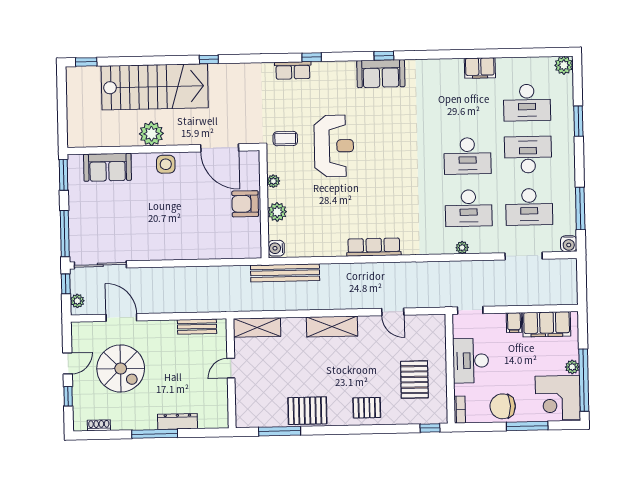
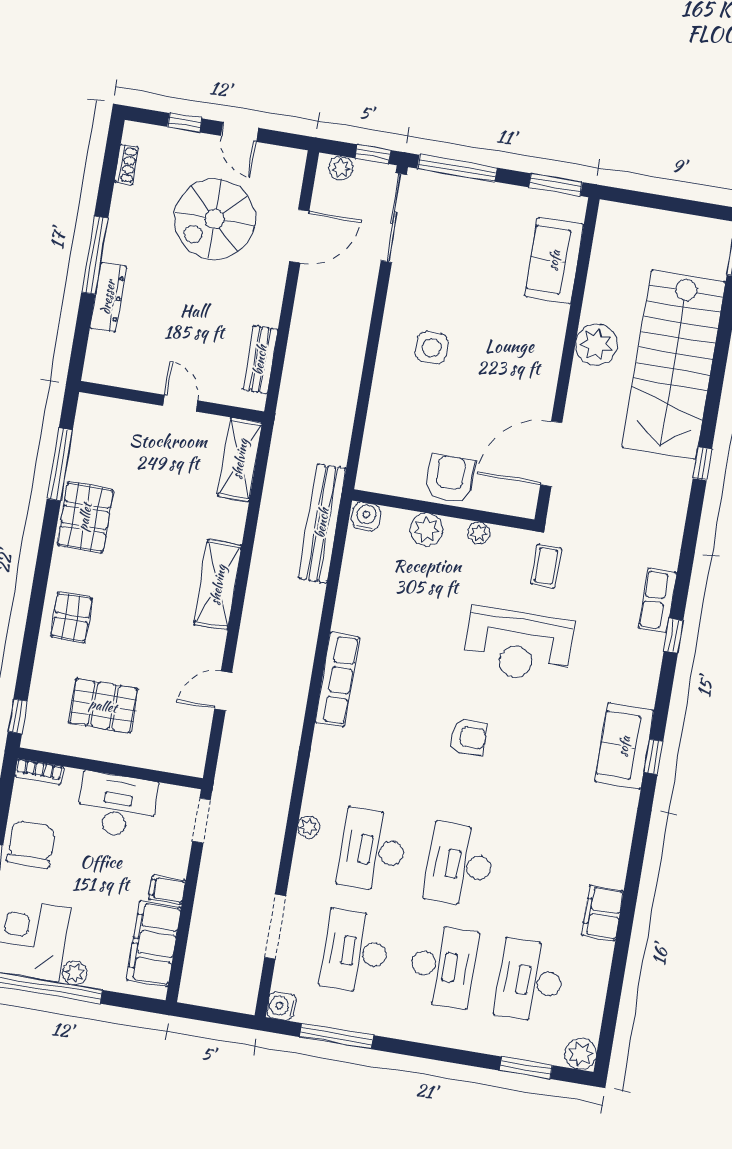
window: (578, 121) -> (526, 1068), moved
side table: (166, 164) -> (432, 348), moved
armchair: (393, 165) -> (468, 737), added

